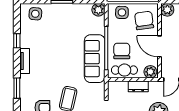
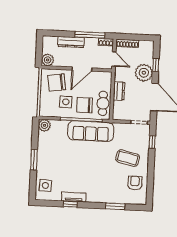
side table: (122, 12) -> (66, 102), moved
tv unit: (25, 61) -> (74, 197), moved
plant: (150, 72) -> (106, 79), removed

